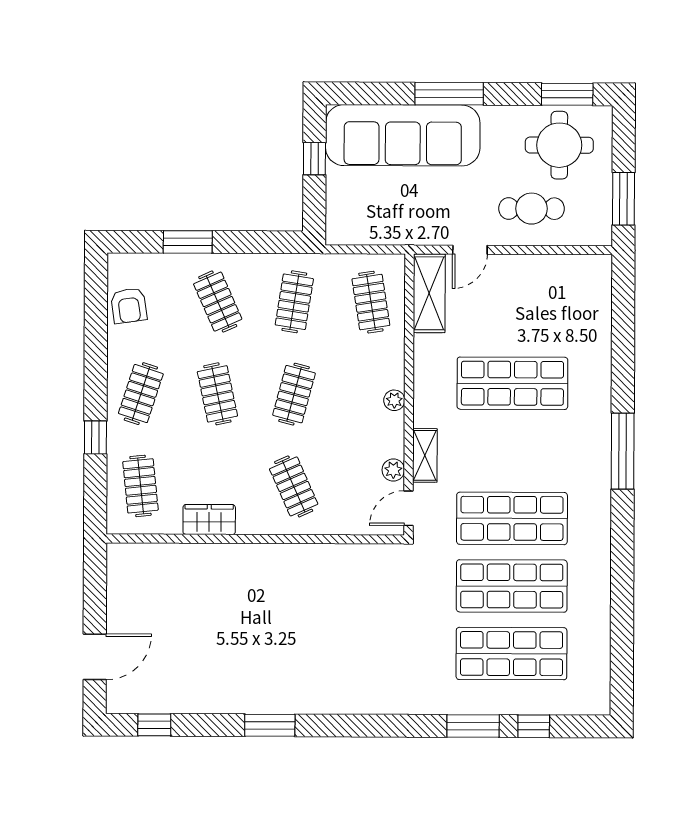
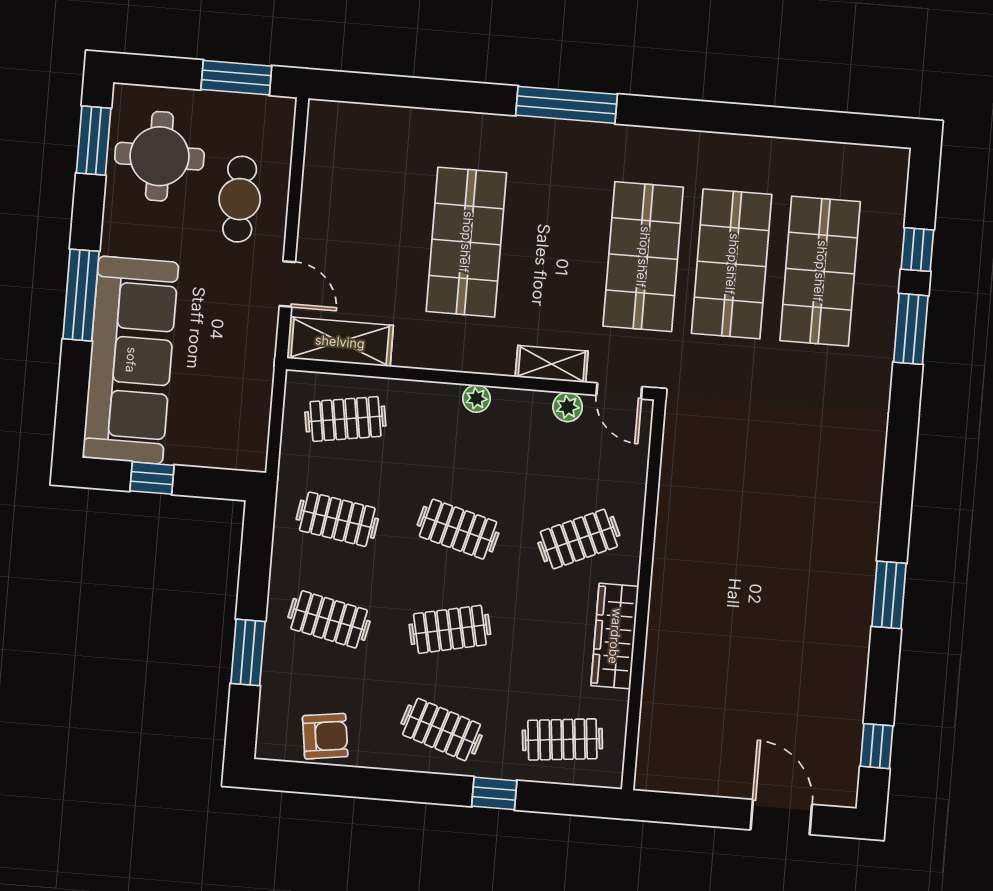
clothes rail: (218, 302) -> (329, 619), turned 36
wardrobe: (209, 519) -> (615, 636), width x1.50

